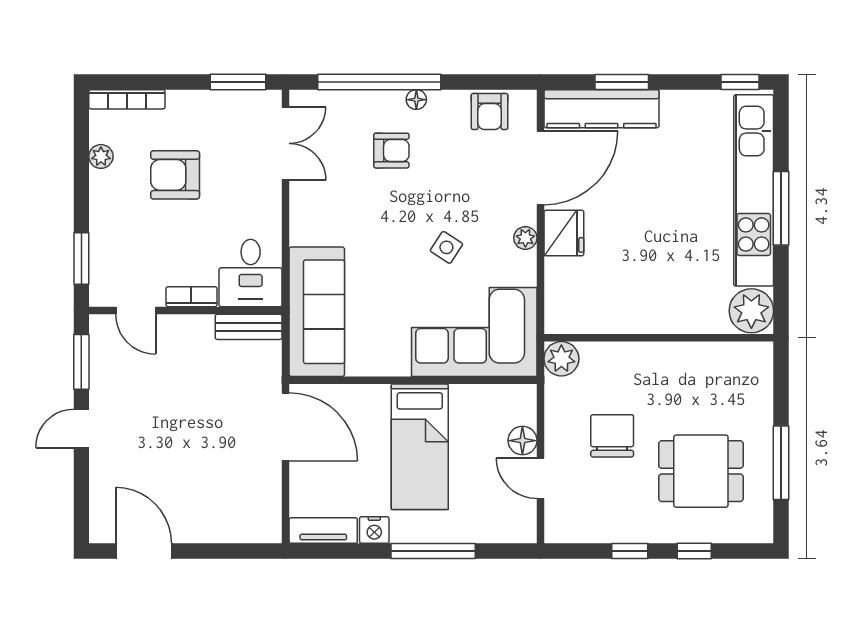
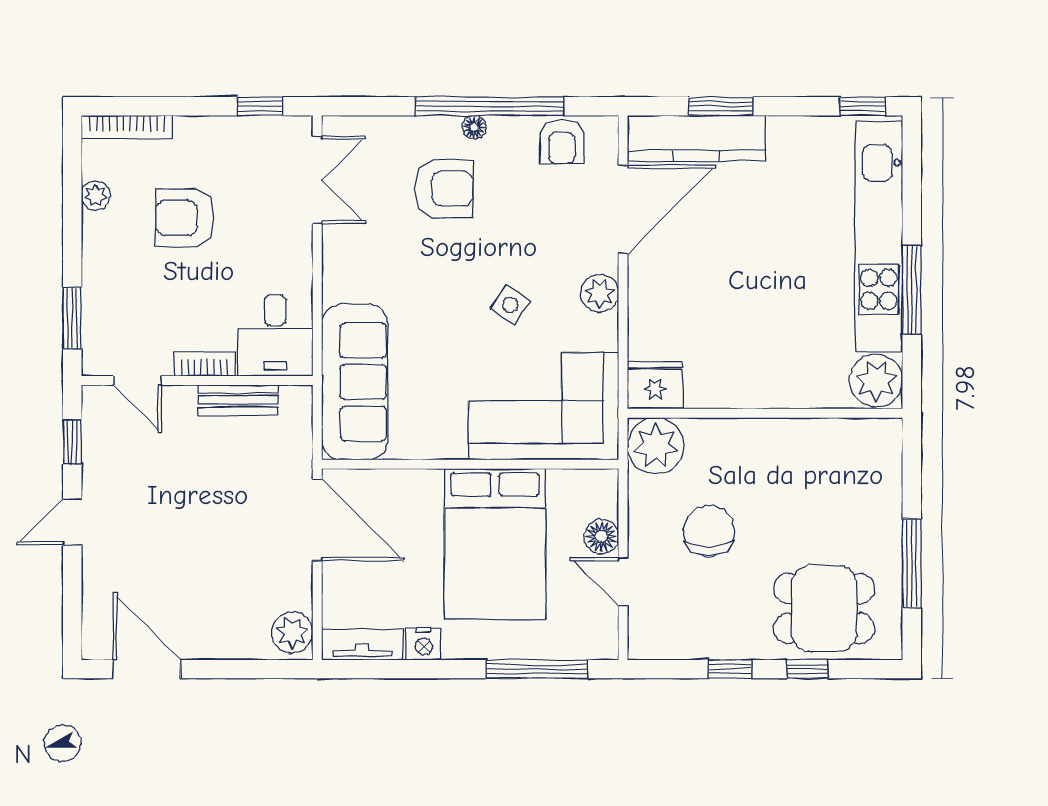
window: (238, 82) -> (260, 106), width x0.67
window: (379, 82) -> (489, 106), moved
armchair: (391, 151) -> (444, 189), width x1.38, depth x1.38
window: (781, 208) -> (912, 290), moved
fridge: (564, 233) -> (655, 385), moved, turned -90
plant: (525, 238) -> (600, 293), width x1.38, depth x1.38
bench: (249, 327) -> (238, 400), moved
plant: (561, 359) -> (656, 446), width x1.36, depth x1.36
window: (81, 362) -> (72, 442), width x0.67
bed: (420, 447) -> (495, 544), width x1.50
dining table: (701, 471) -> (824, 608), moved
plant: (265, 521) -> (292, 633), added
window: (433, 551) -> (537, 669), moved

